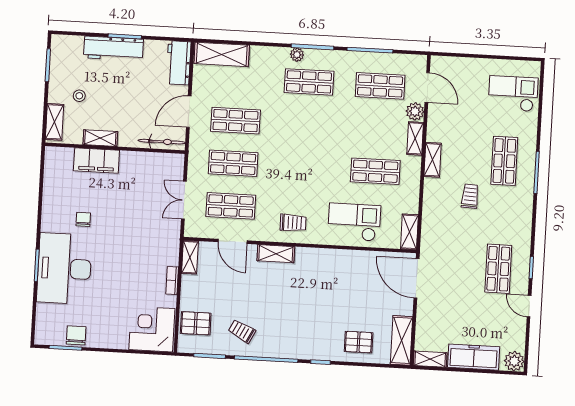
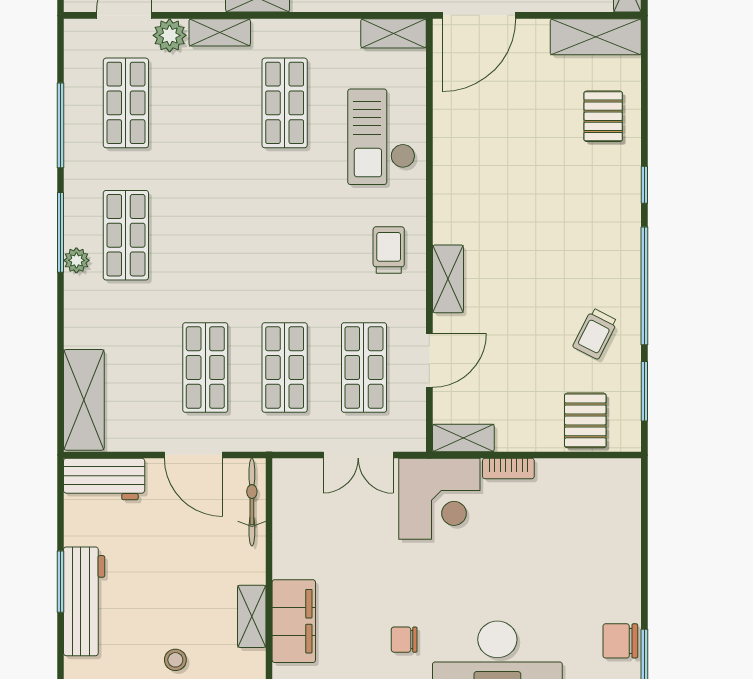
corner desk: (152, 329) -> (439, 499), moved, turned -90

